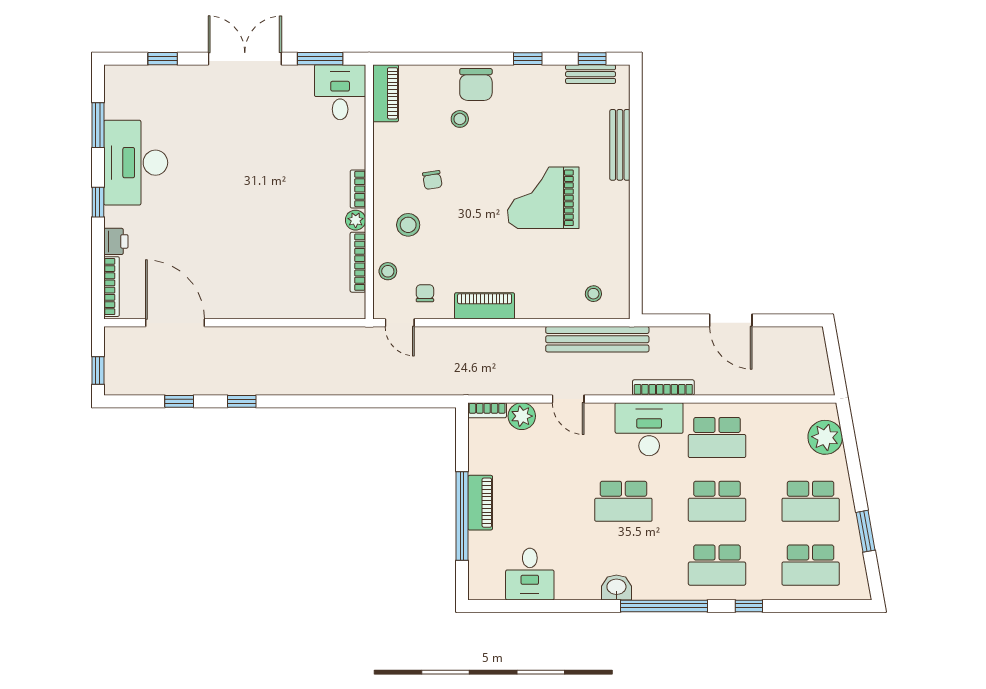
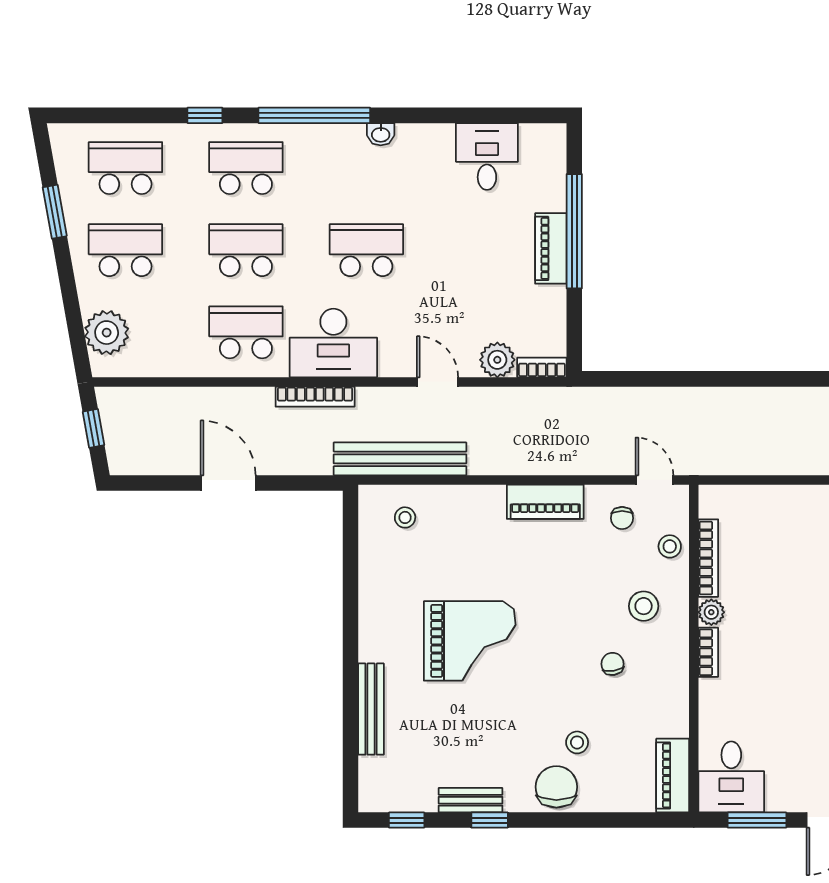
bench: (591, 74) -> (471, 800), moved
window: (835, 363) -> (94, 428), added
washbasin: (616, 587) -> (381, 134), width x0.72, depth x0.69

